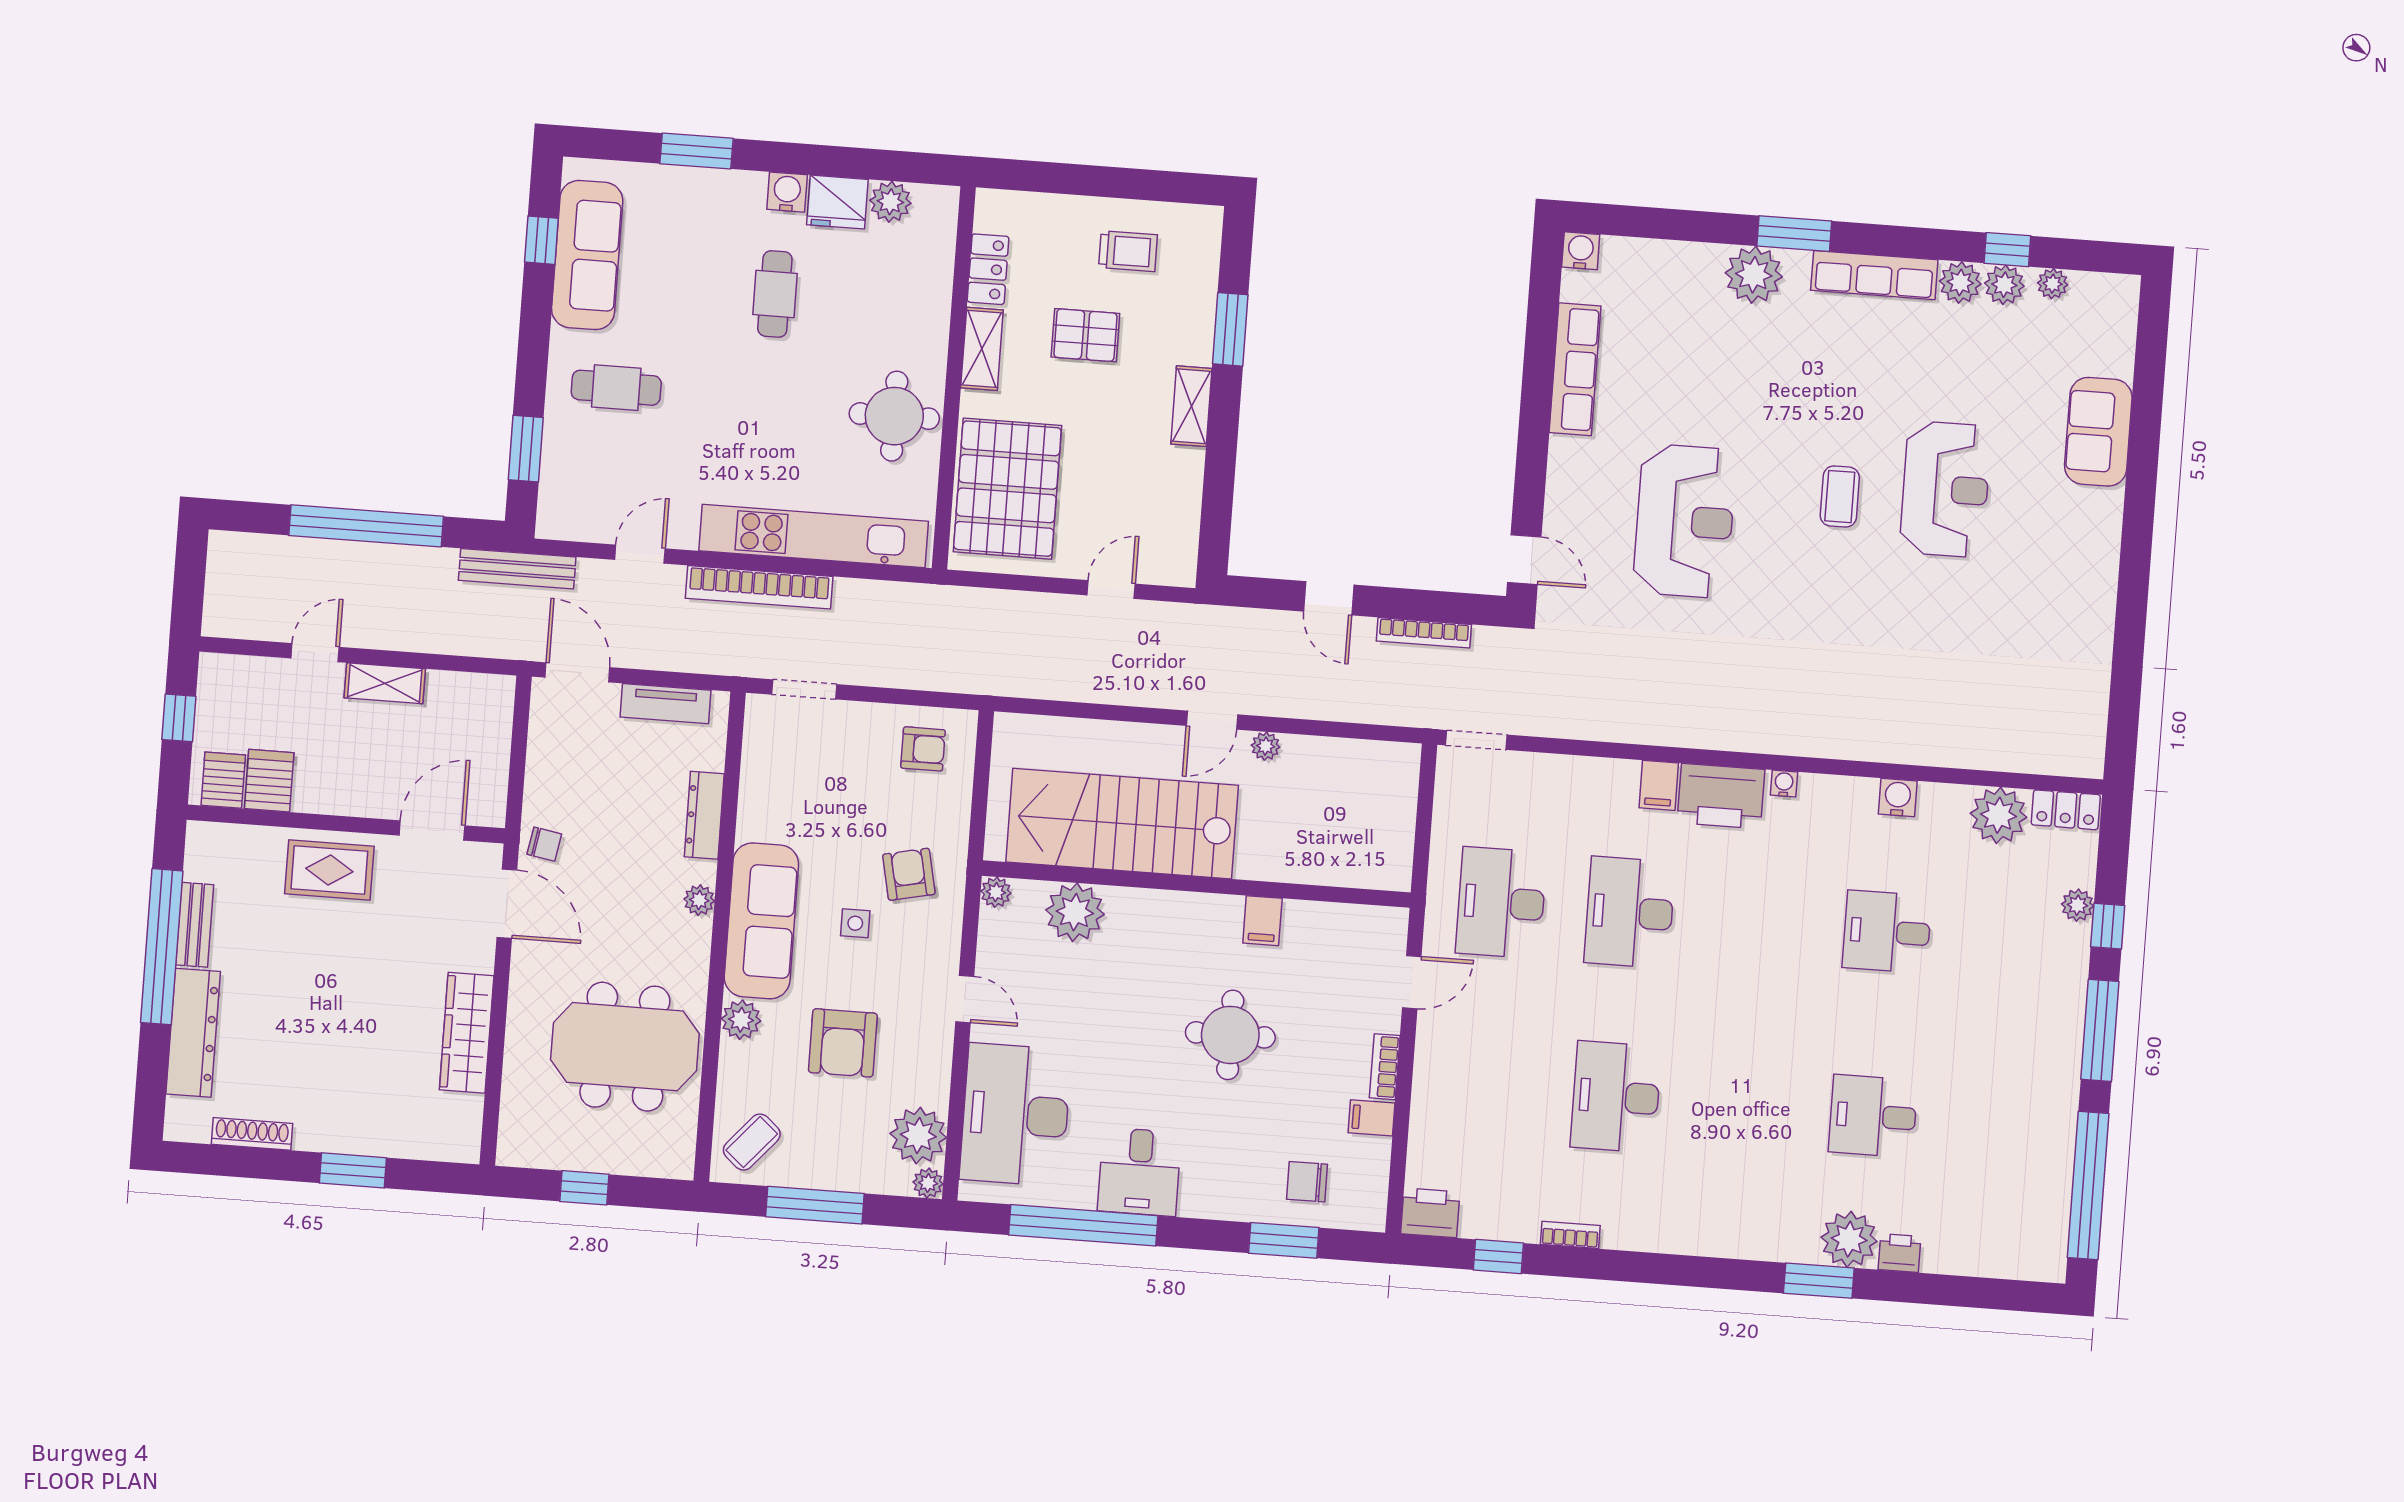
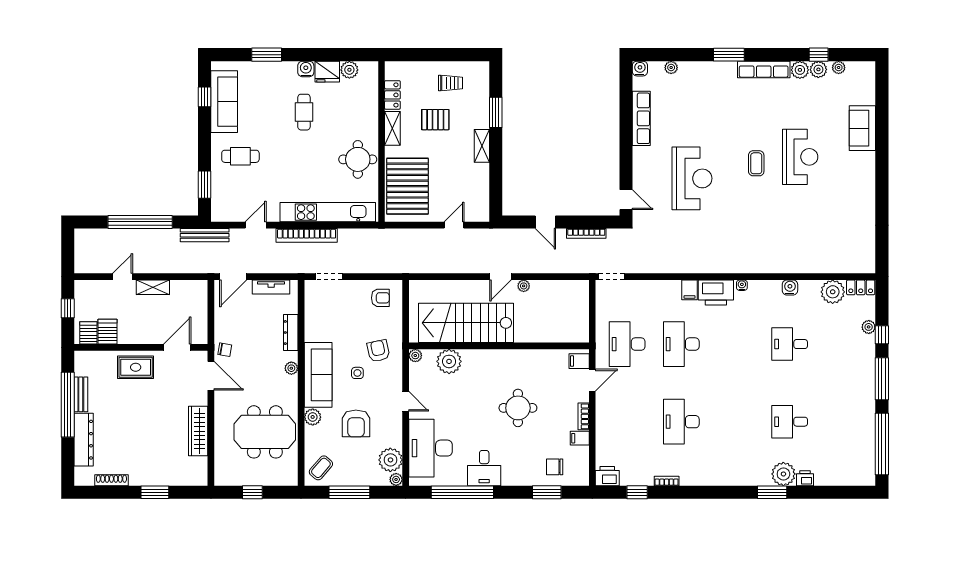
plant: (1754, 275) -> (671, 68), moved, width x0.53, depth x0.53
door: (577, 672) -> (233, 277), swing flipped
filing cabinet: (1262, 921) -> (579, 361), moved, turned 90

